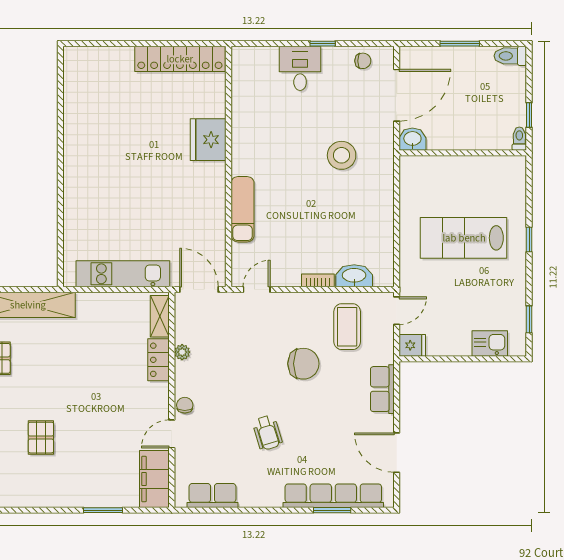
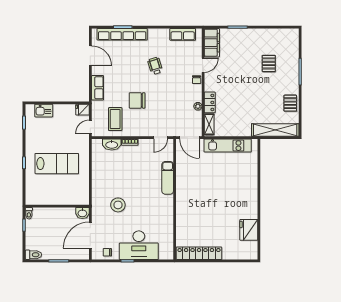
desk: (300, 68) -> (139, 245), width x1.87, depth x1.30
fridge: (208, 140) -> (249, 230), moved, turned 180

